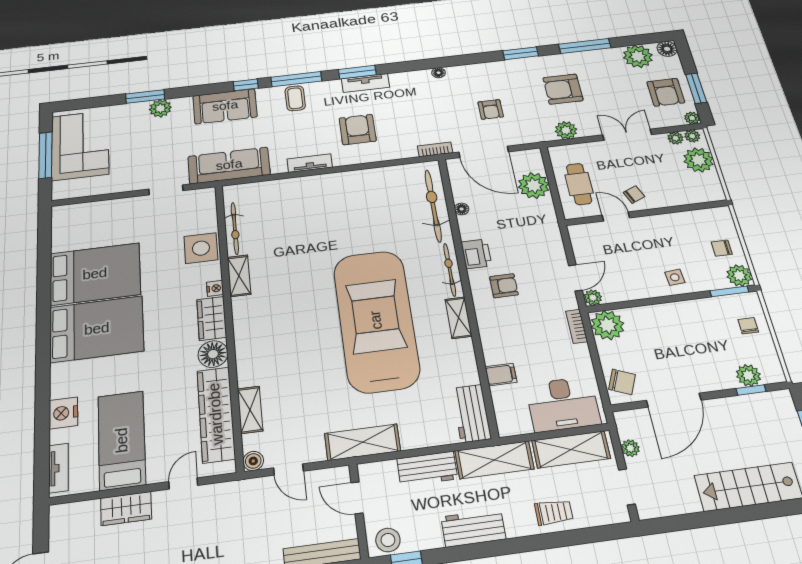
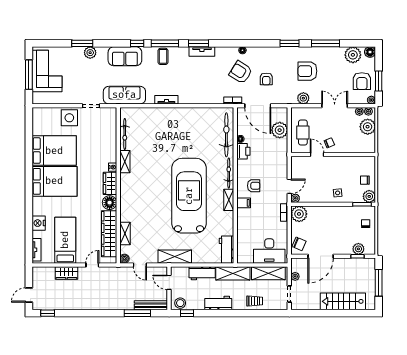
armchair: (358, 130) -> (241, 72), moved, turned -58
side table: (201, 248) -> (69, 118), moved
printer: (476, 254) -> (243, 151), moved
filing cabinet: (501, 375) -> (244, 203), moved

